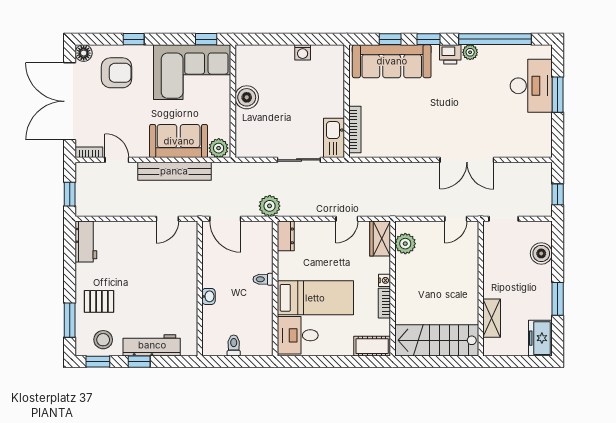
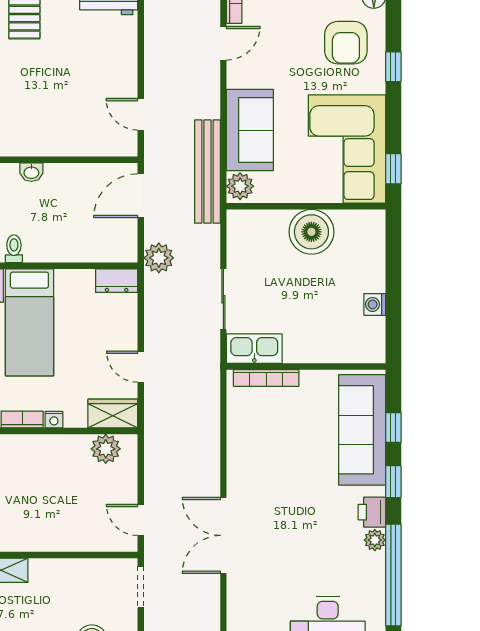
boiler: (247, 97) -> (311, 232), width x1.37, depth x1.37
bench: (174, 171) -> (207, 172), moved
toilet: (263, 279) -> (14, 249), moved

